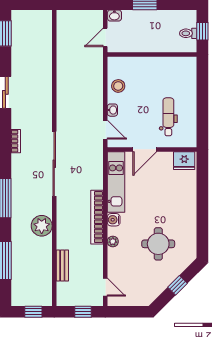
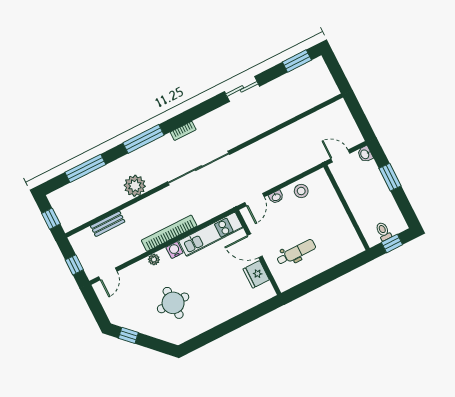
bookcase: (16, 141) -> (183, 131), moved
fridge: (184, 161) -> (256, 274), moved
window: (177, 285) -> (128, 335), moved

